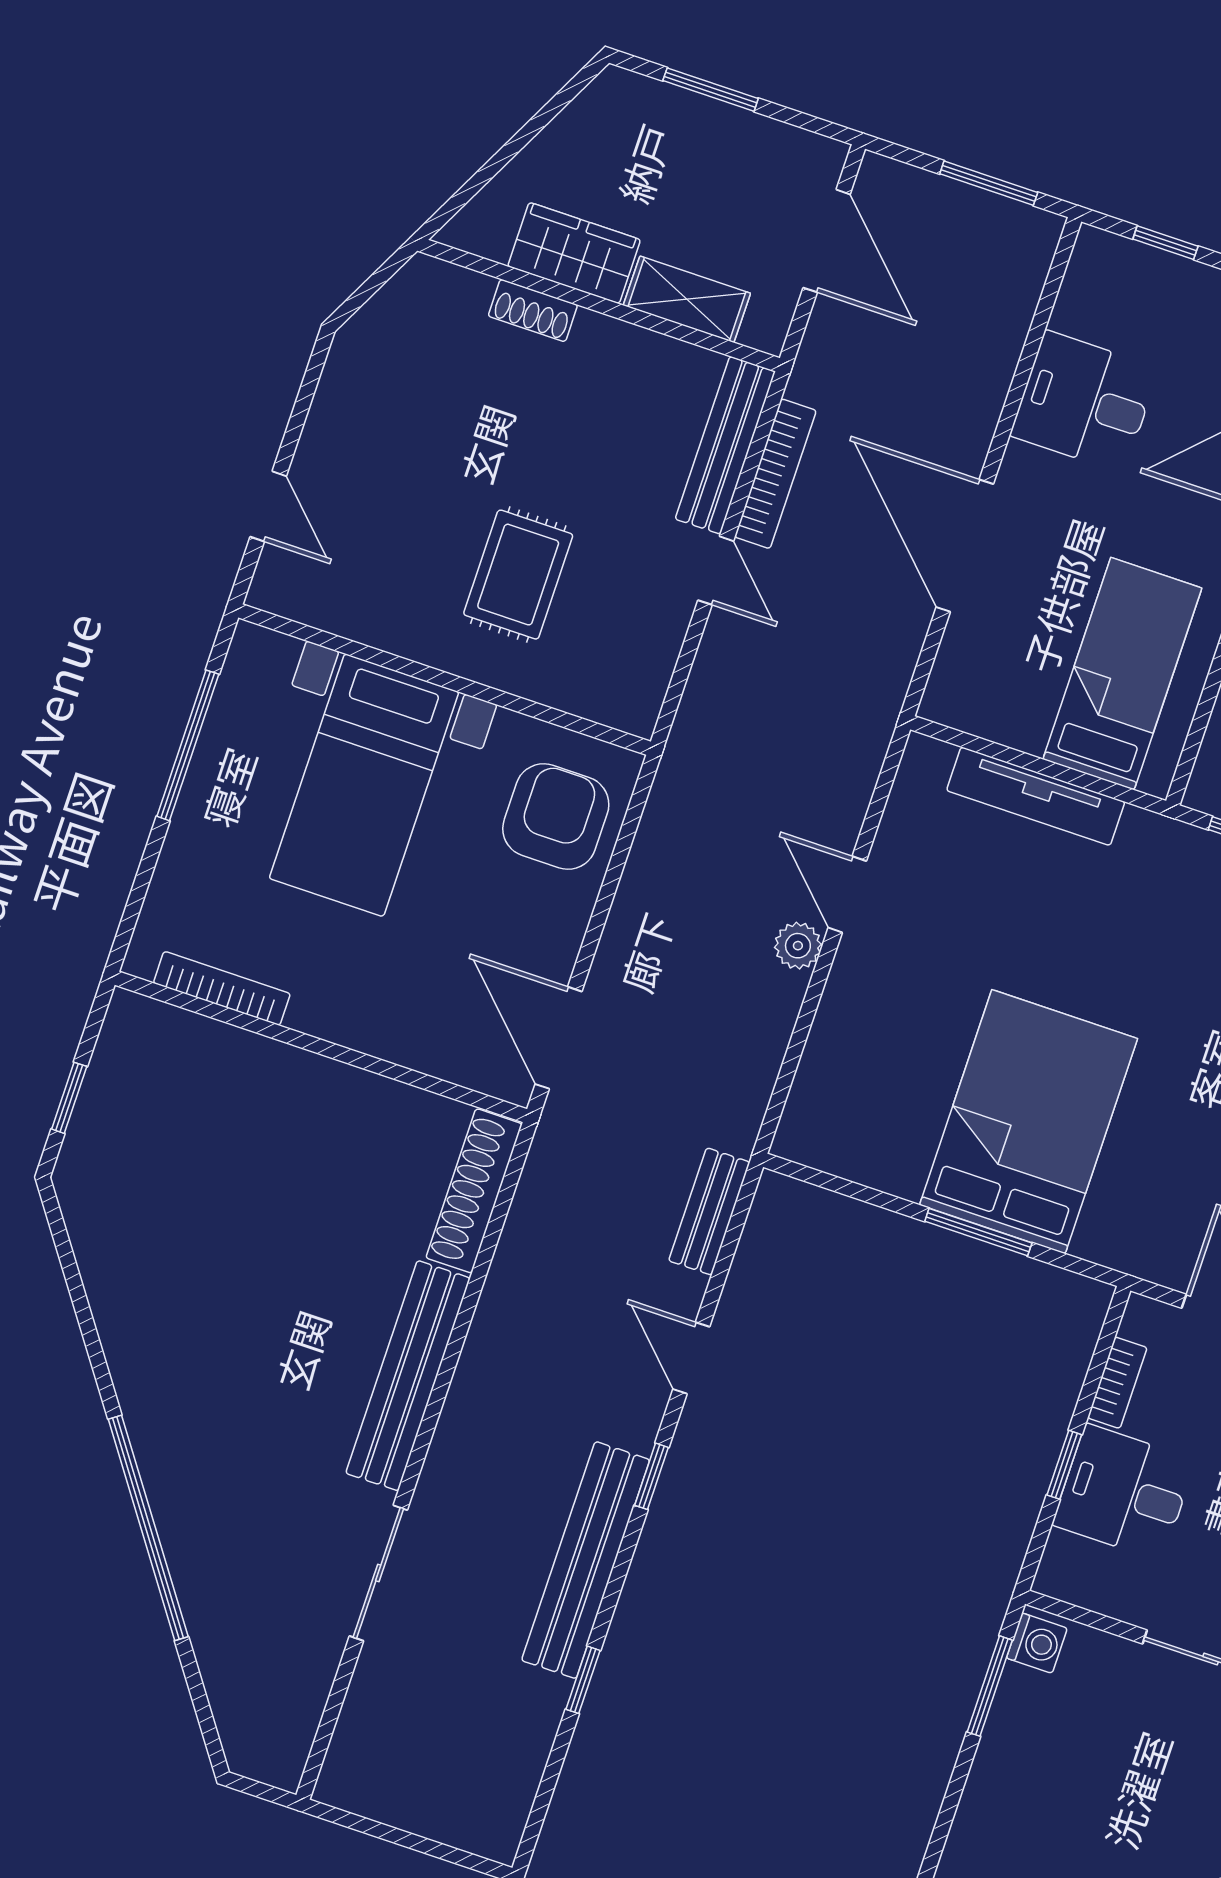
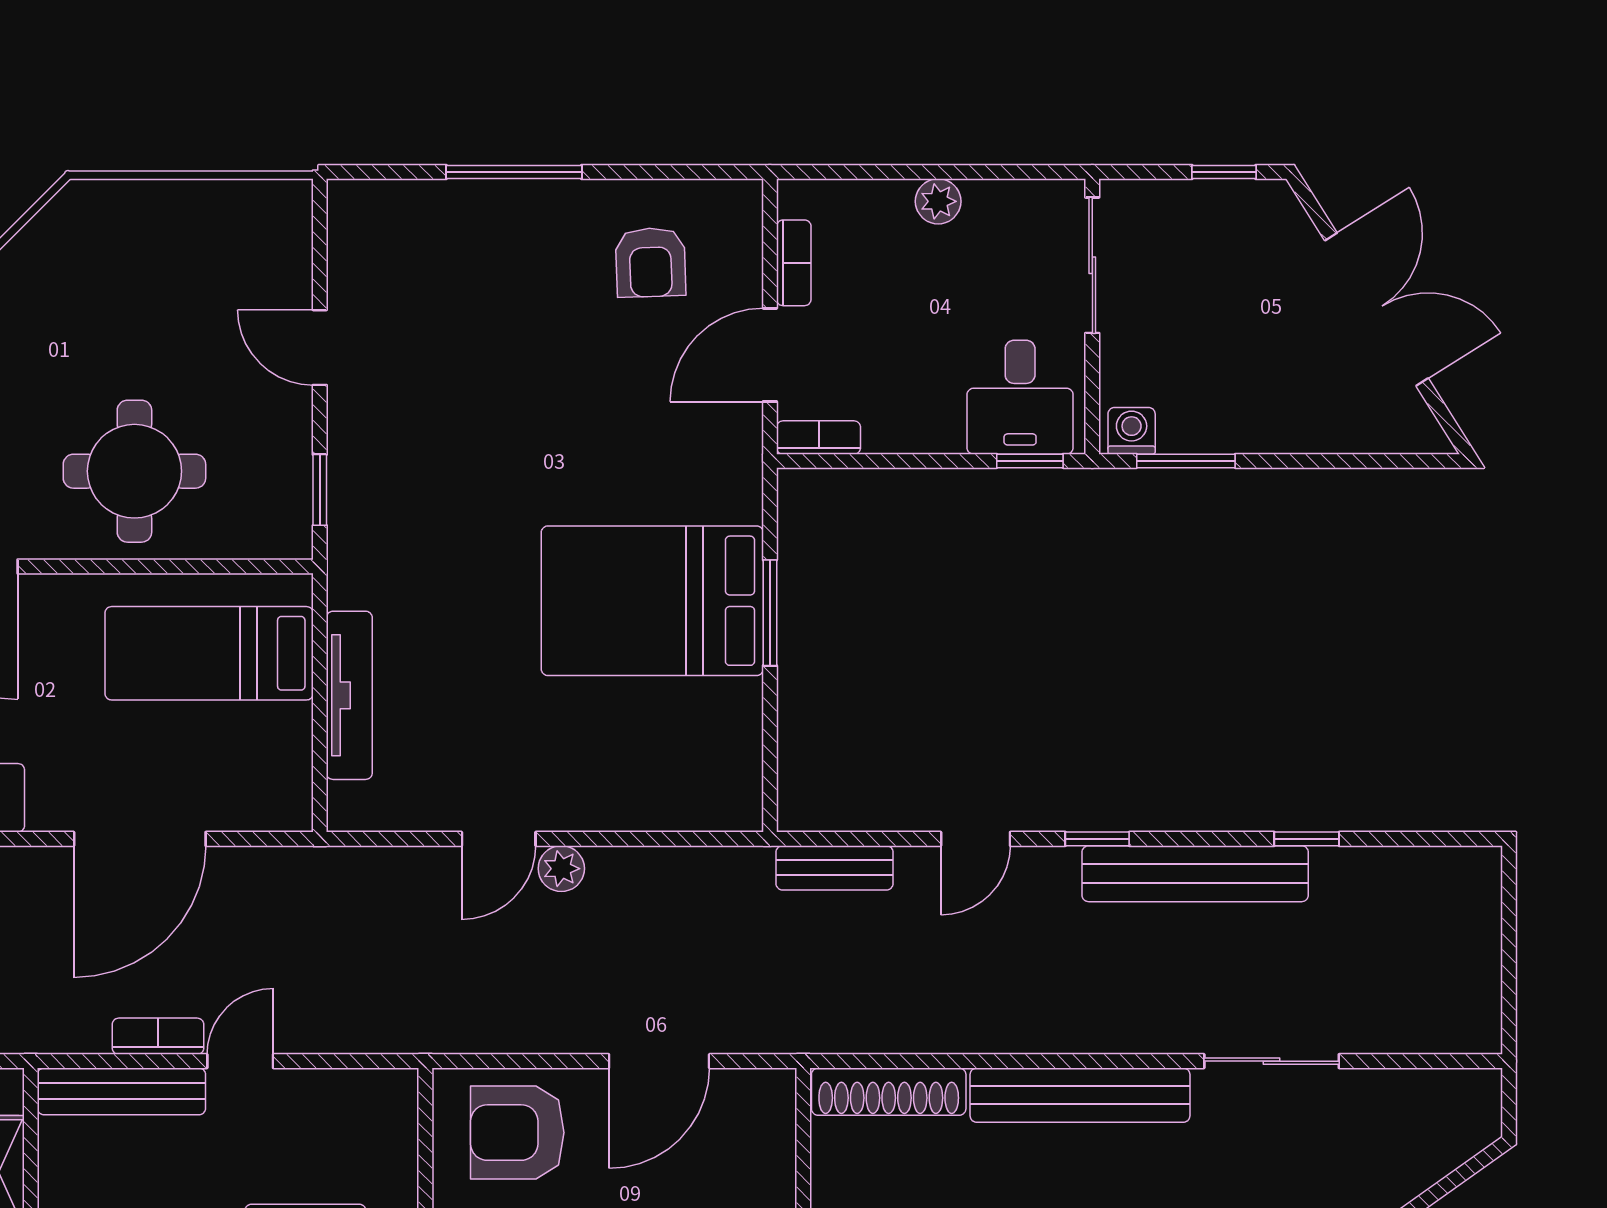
bookcase: (775, 474) -> (158, 1036), width x0.64
door: (559, 1038) -> (659, 1061), moved
bookcase: (1117, 1383) -> (819, 438), moved
window: (1064, 1465) -> (1030, 461), moved
desk: (1124, 1492) -> (1020, 397), moved

